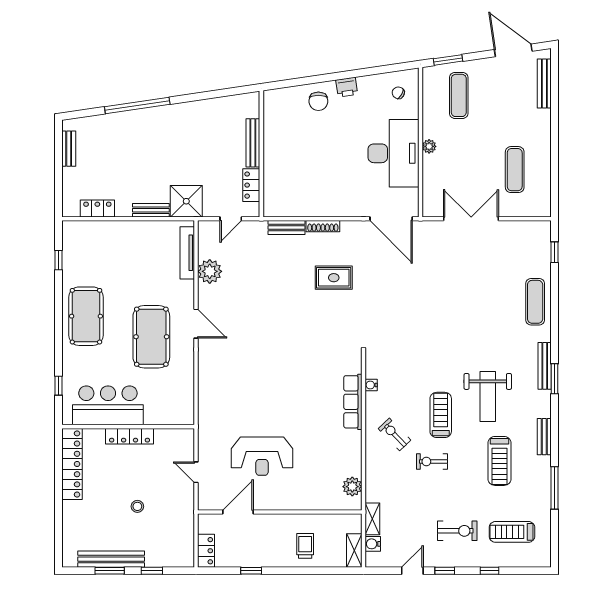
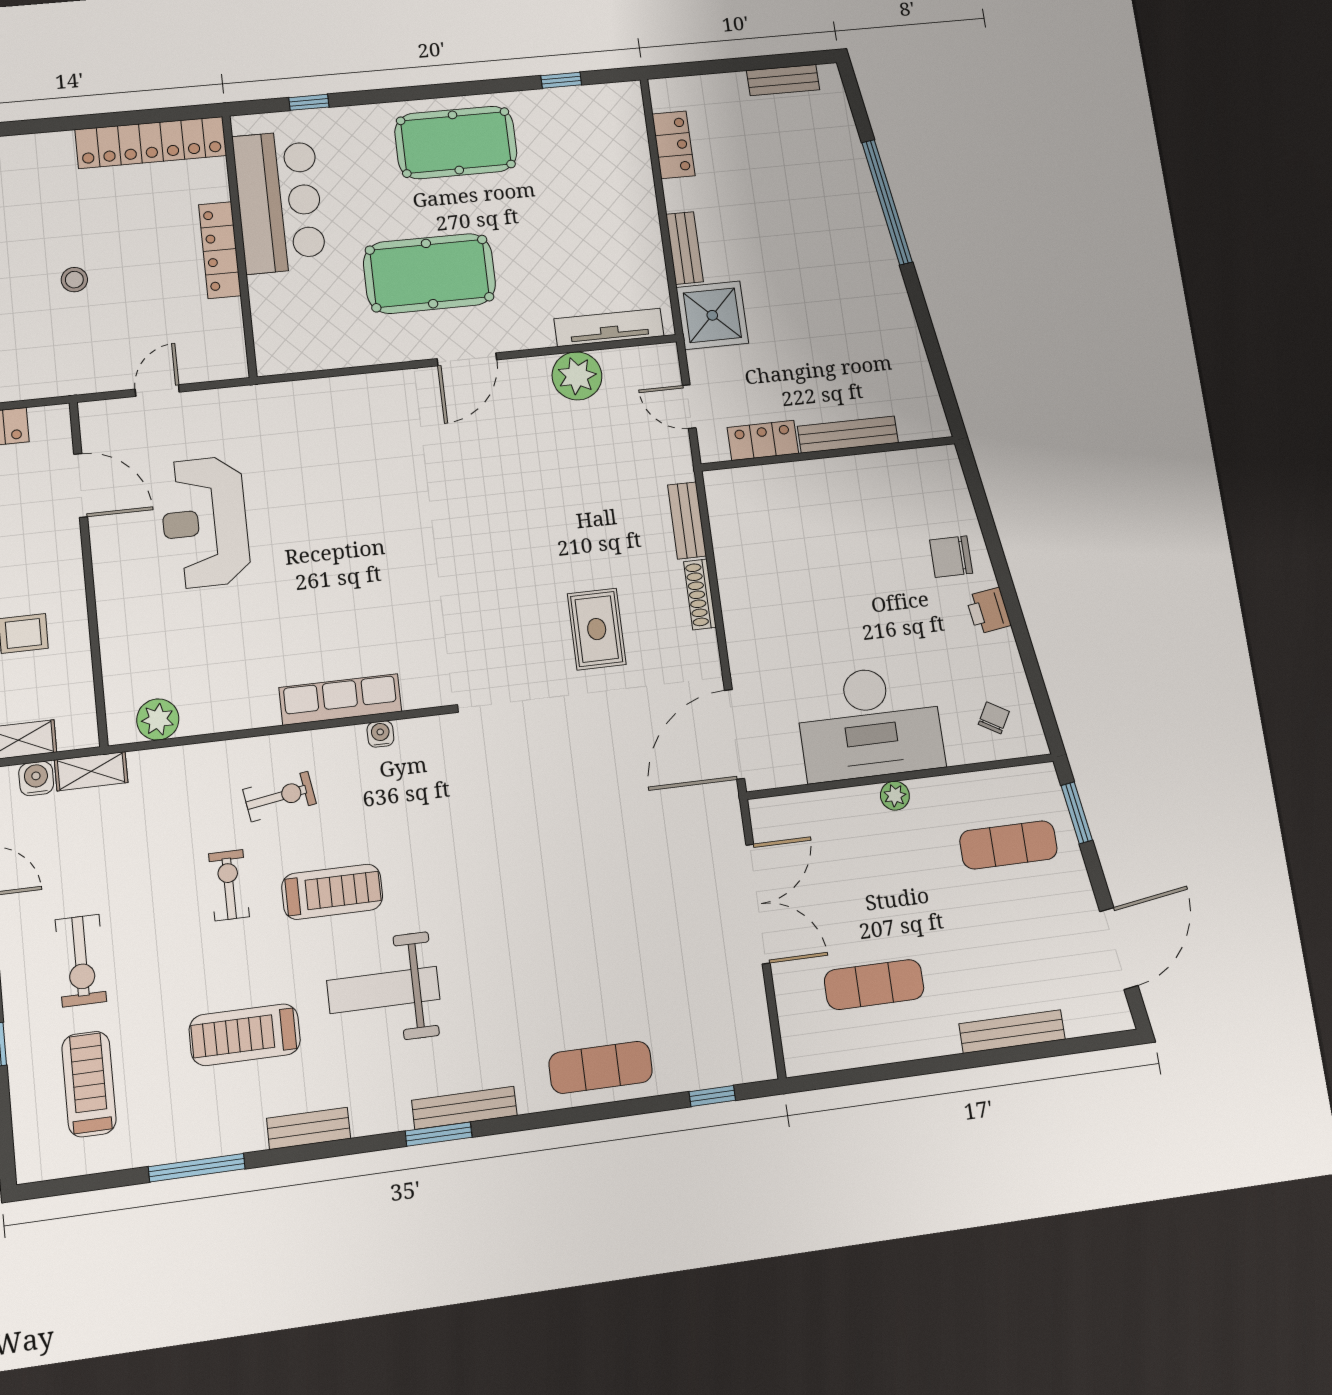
bench: (544, 83) -> (1012, 1031), moved
exercise bike: (394, 434) -> (280, 797), turned 35

